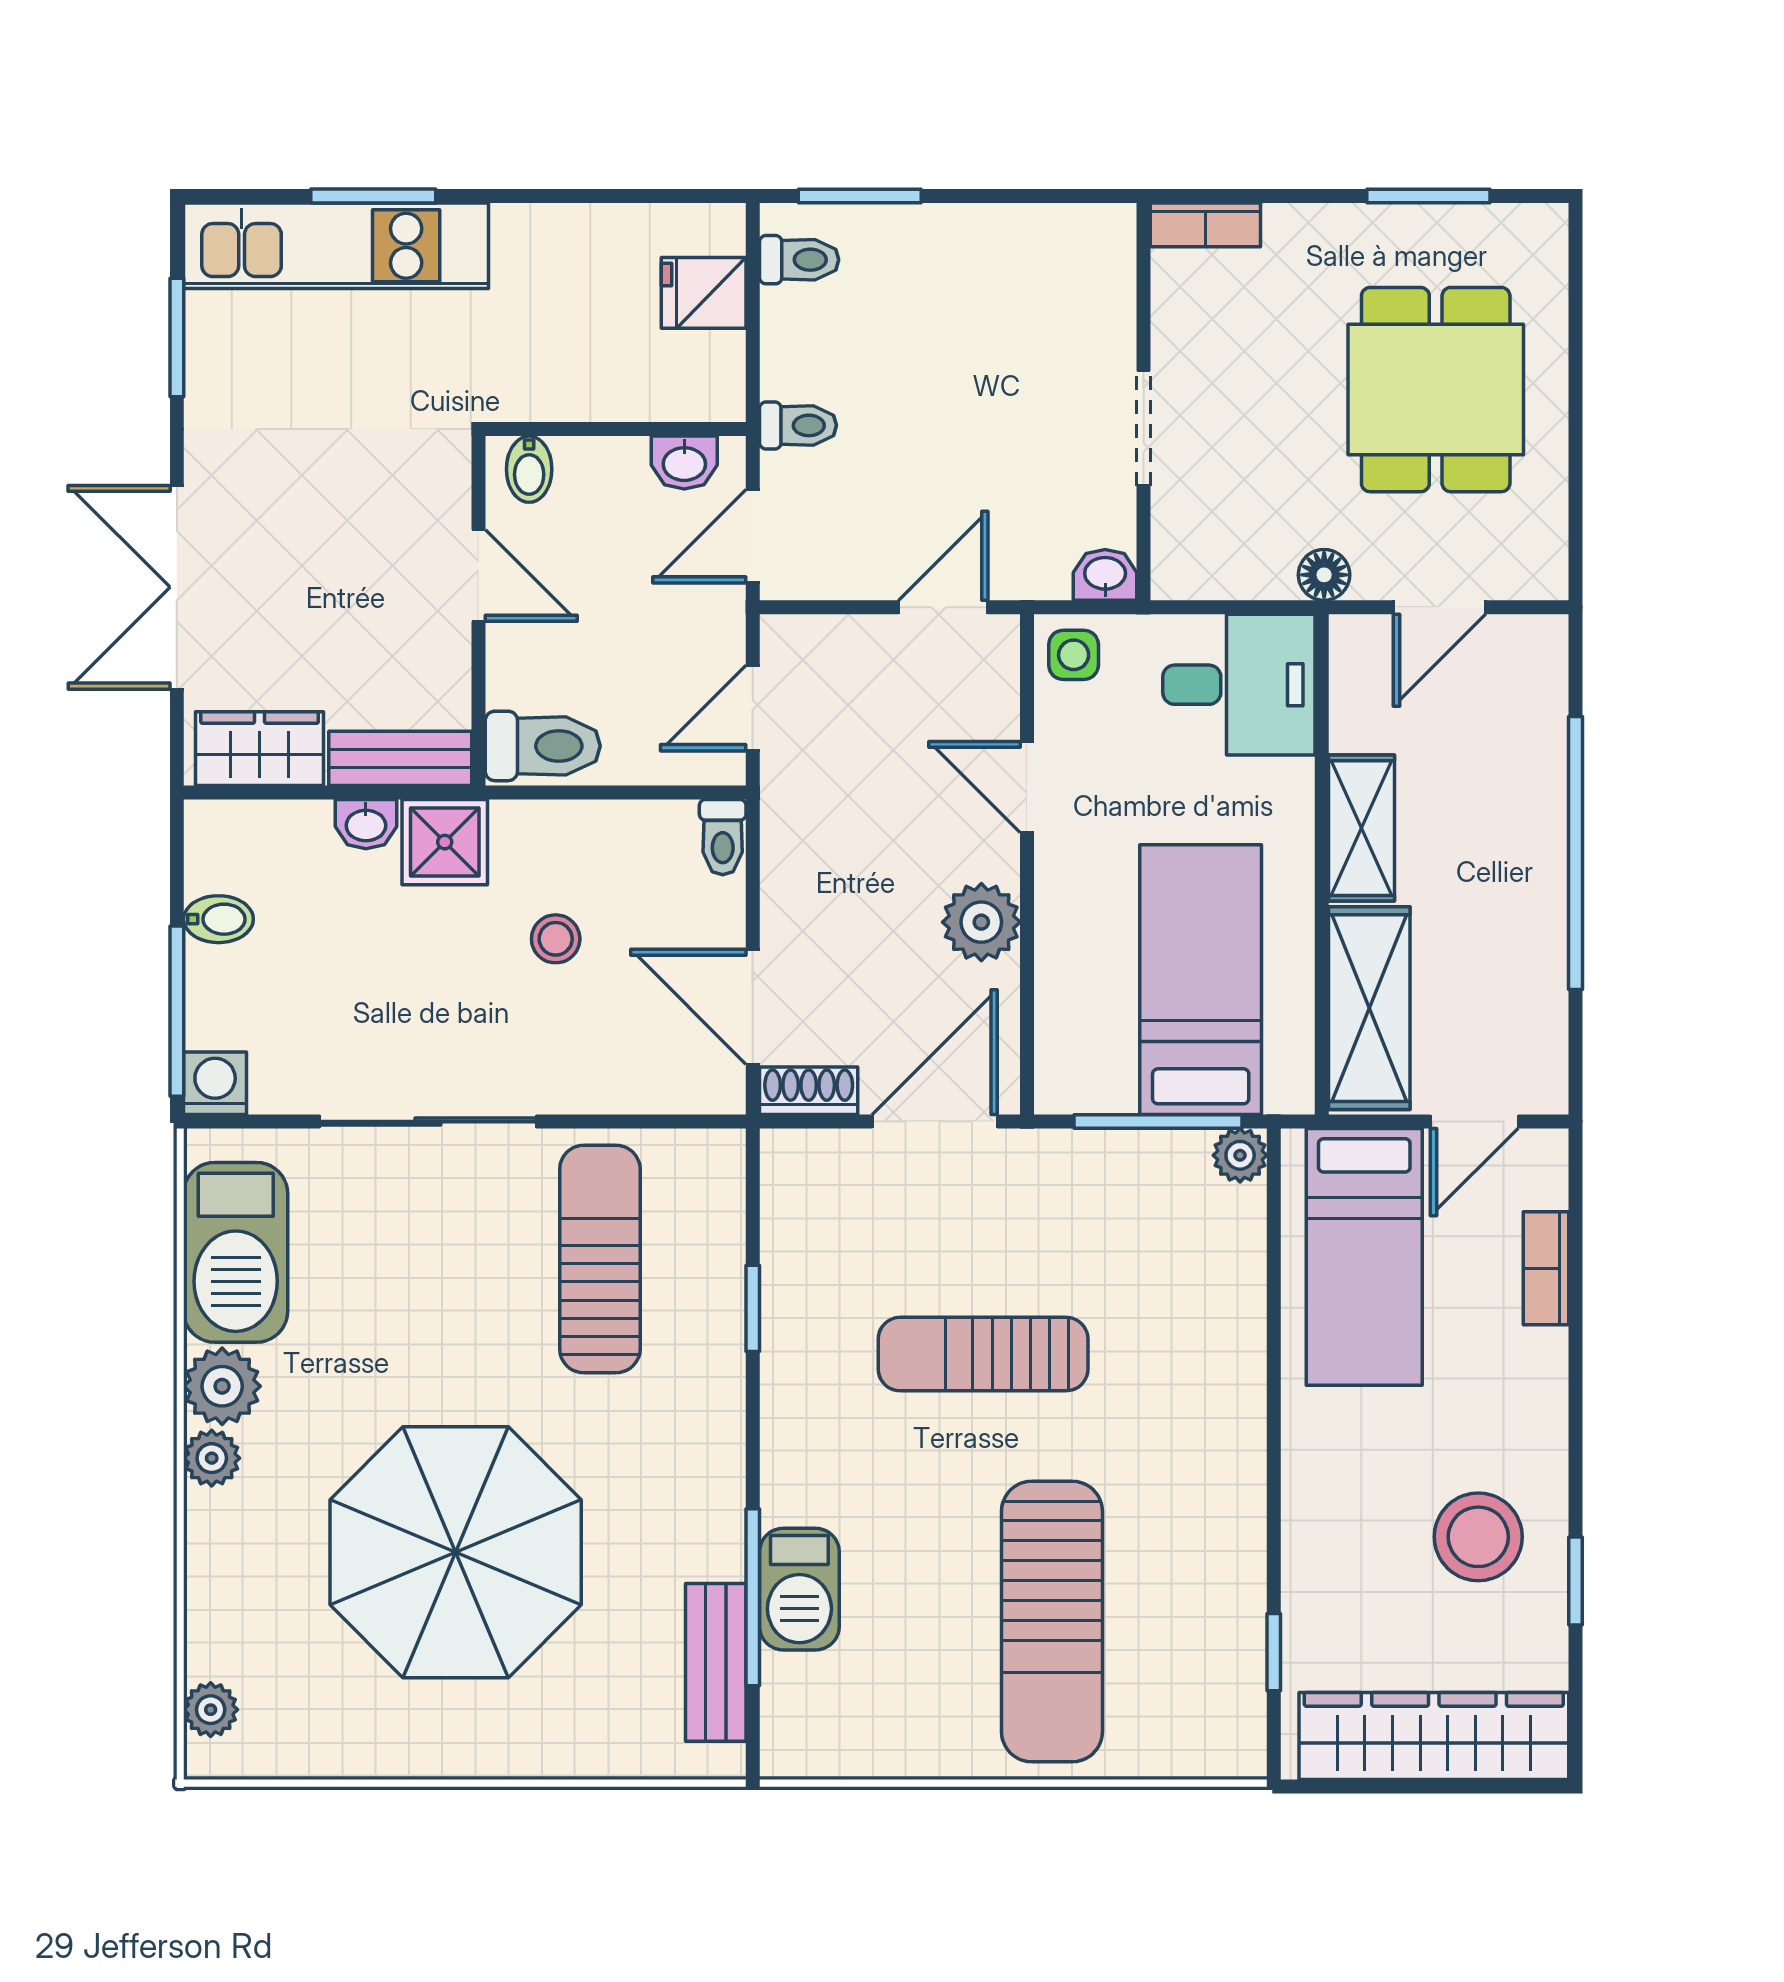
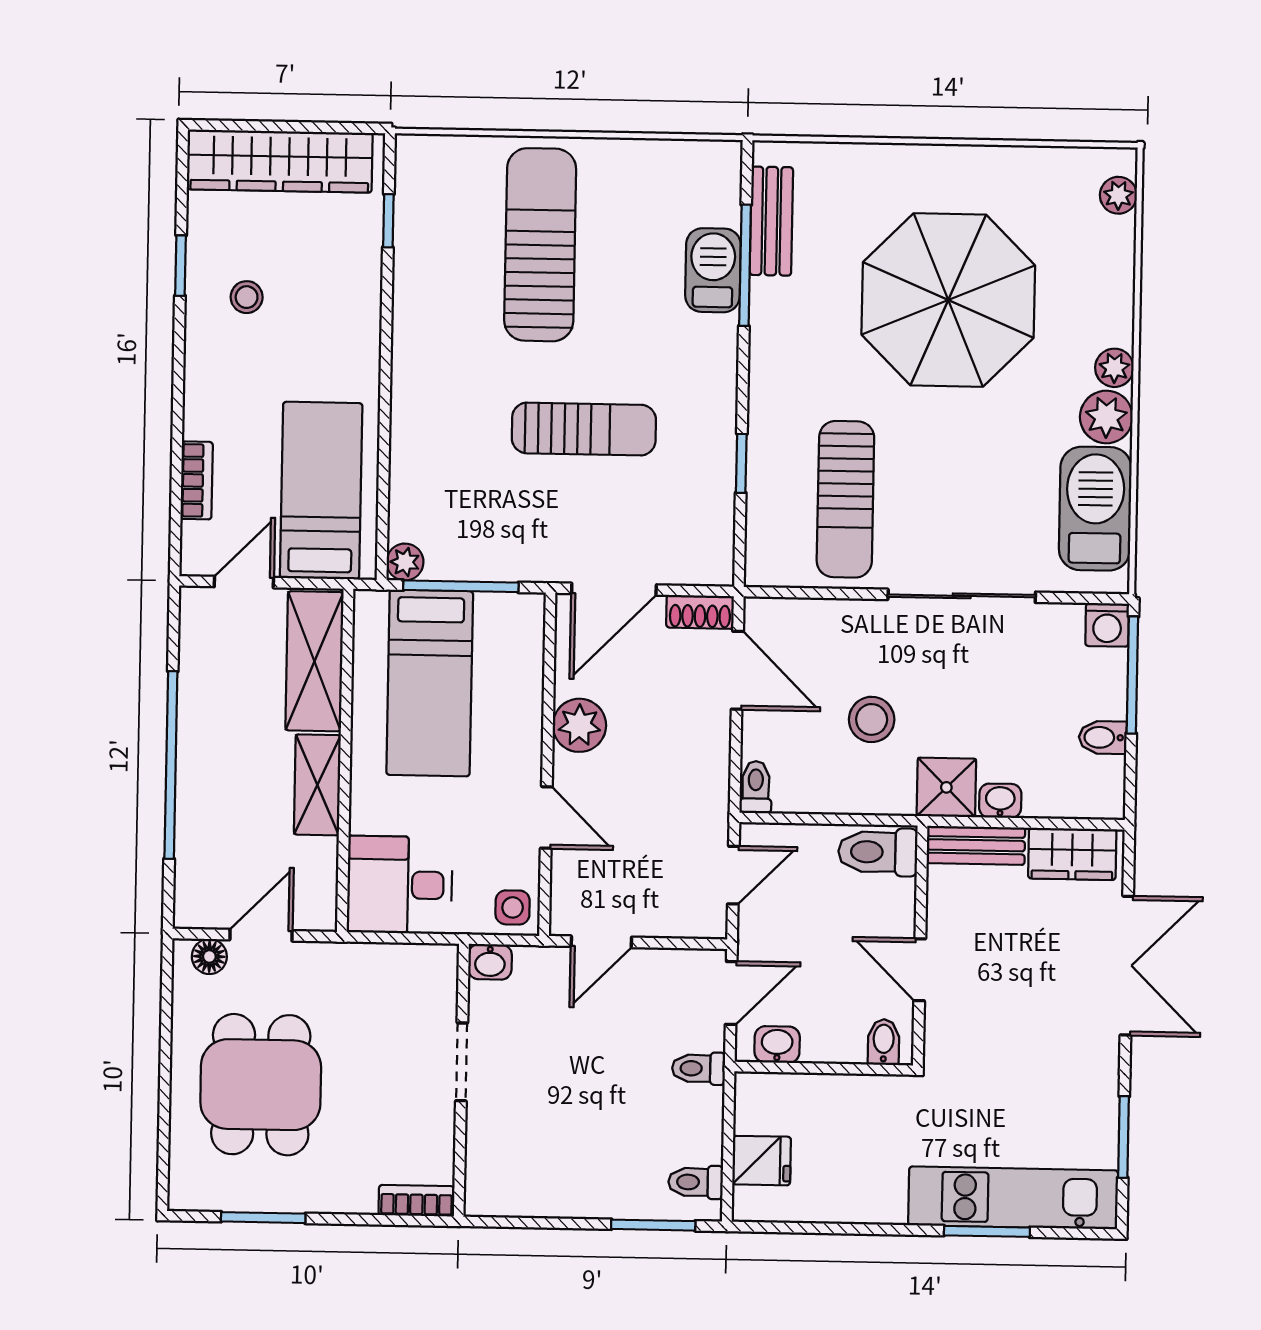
floor lamp: (1324, 575) -> (209, 956), moved
stool: (556, 939) -> (872, 719), width x1.37, depth x1.37
stool: (1478, 1537) -> (247, 297), width x0.53, depth x0.53

